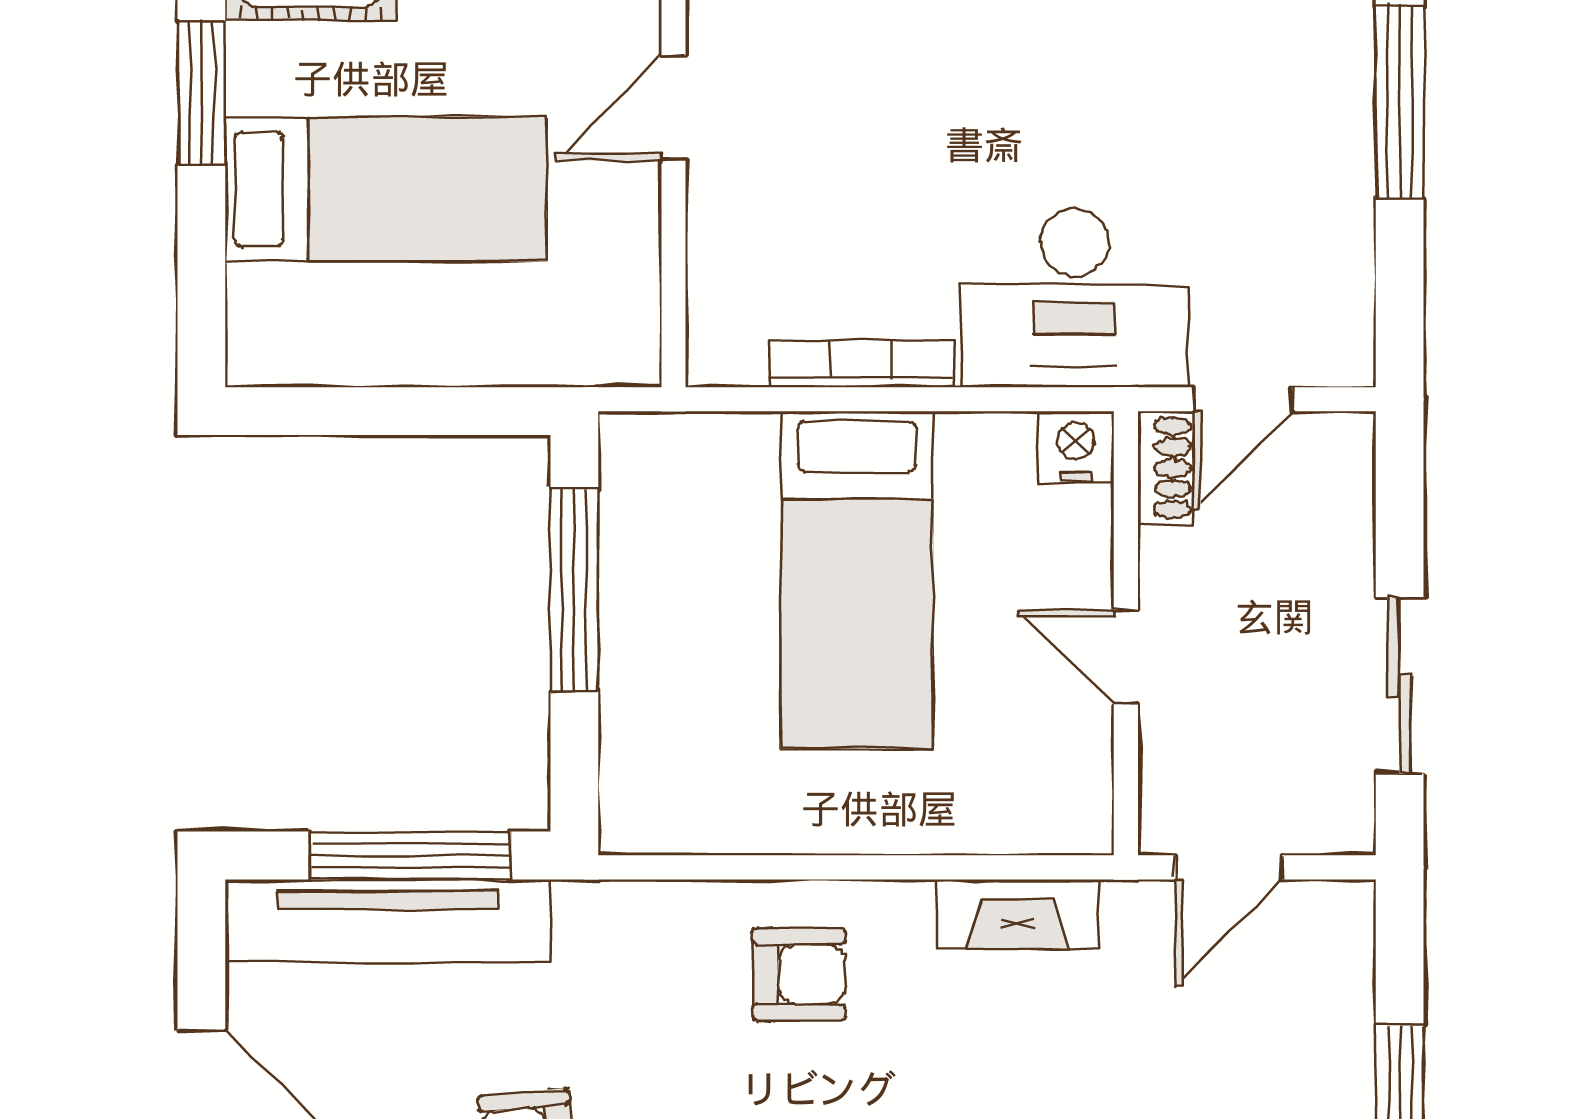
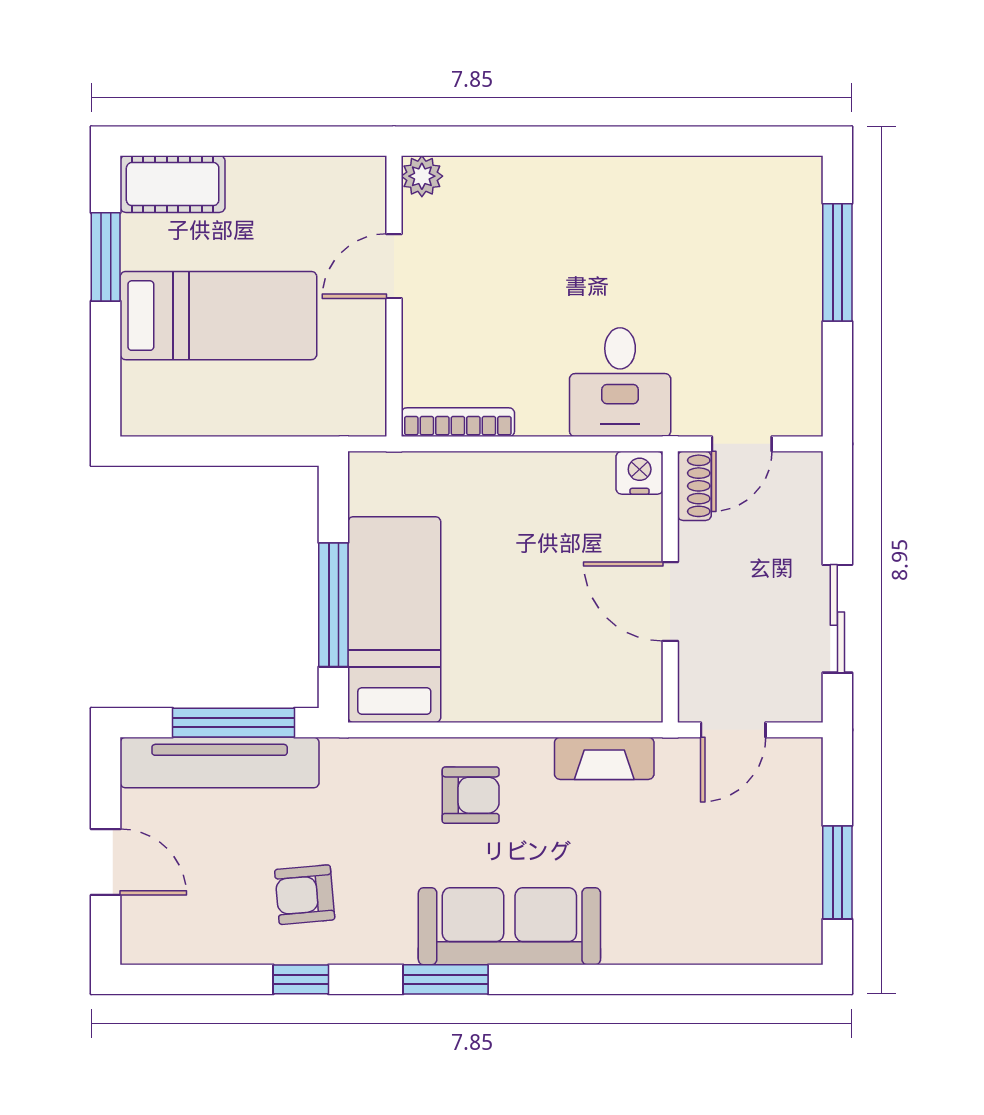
desk: (1074, 298) -> (620, 382), width x0.73
bookcase: (862, 364) -> (458, 422), moved
bed: (857, 580) -> (394, 620), moved, turned 180
window: (574, 590) -> (333, 605), moved
door: (1126, 657) -> (670, 601), width x1.38

